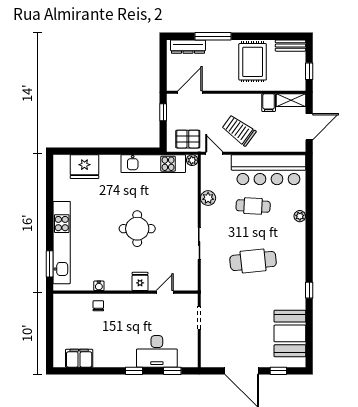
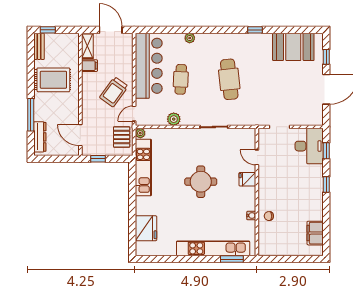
window: (309, 71) -> (48, 30), moved
desk: (157, 351) -> (309, 146), moved

